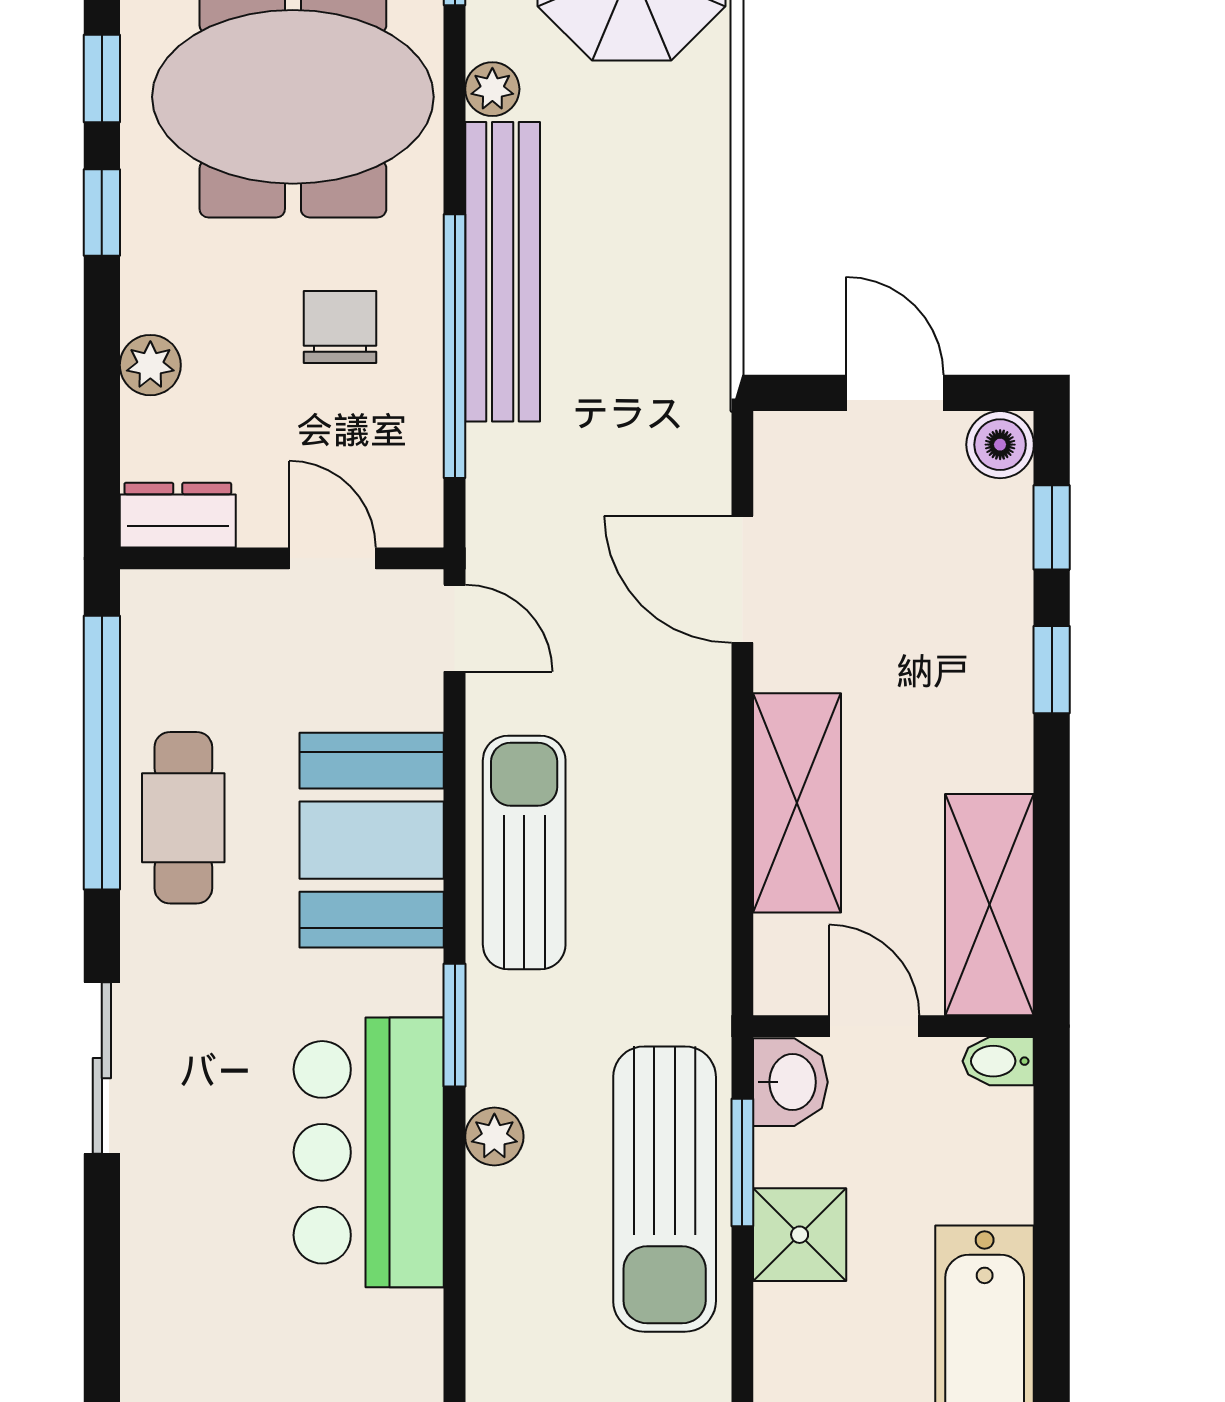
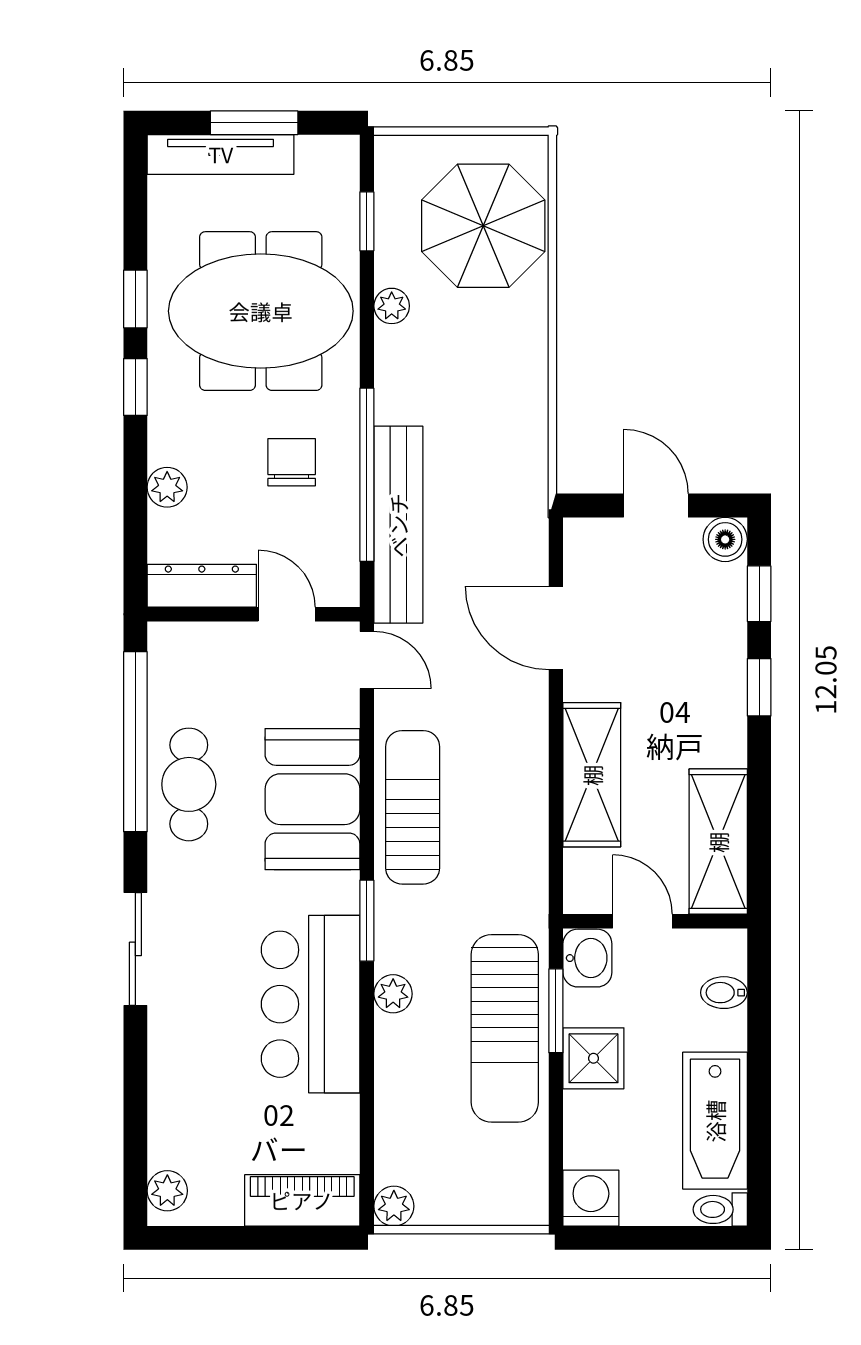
bench: (503, 272) -> (398, 525), moved
dresser: (178, 515) -> (202, 586), width x1.44
bidet: (998, 1061) -> (724, 993), moved

